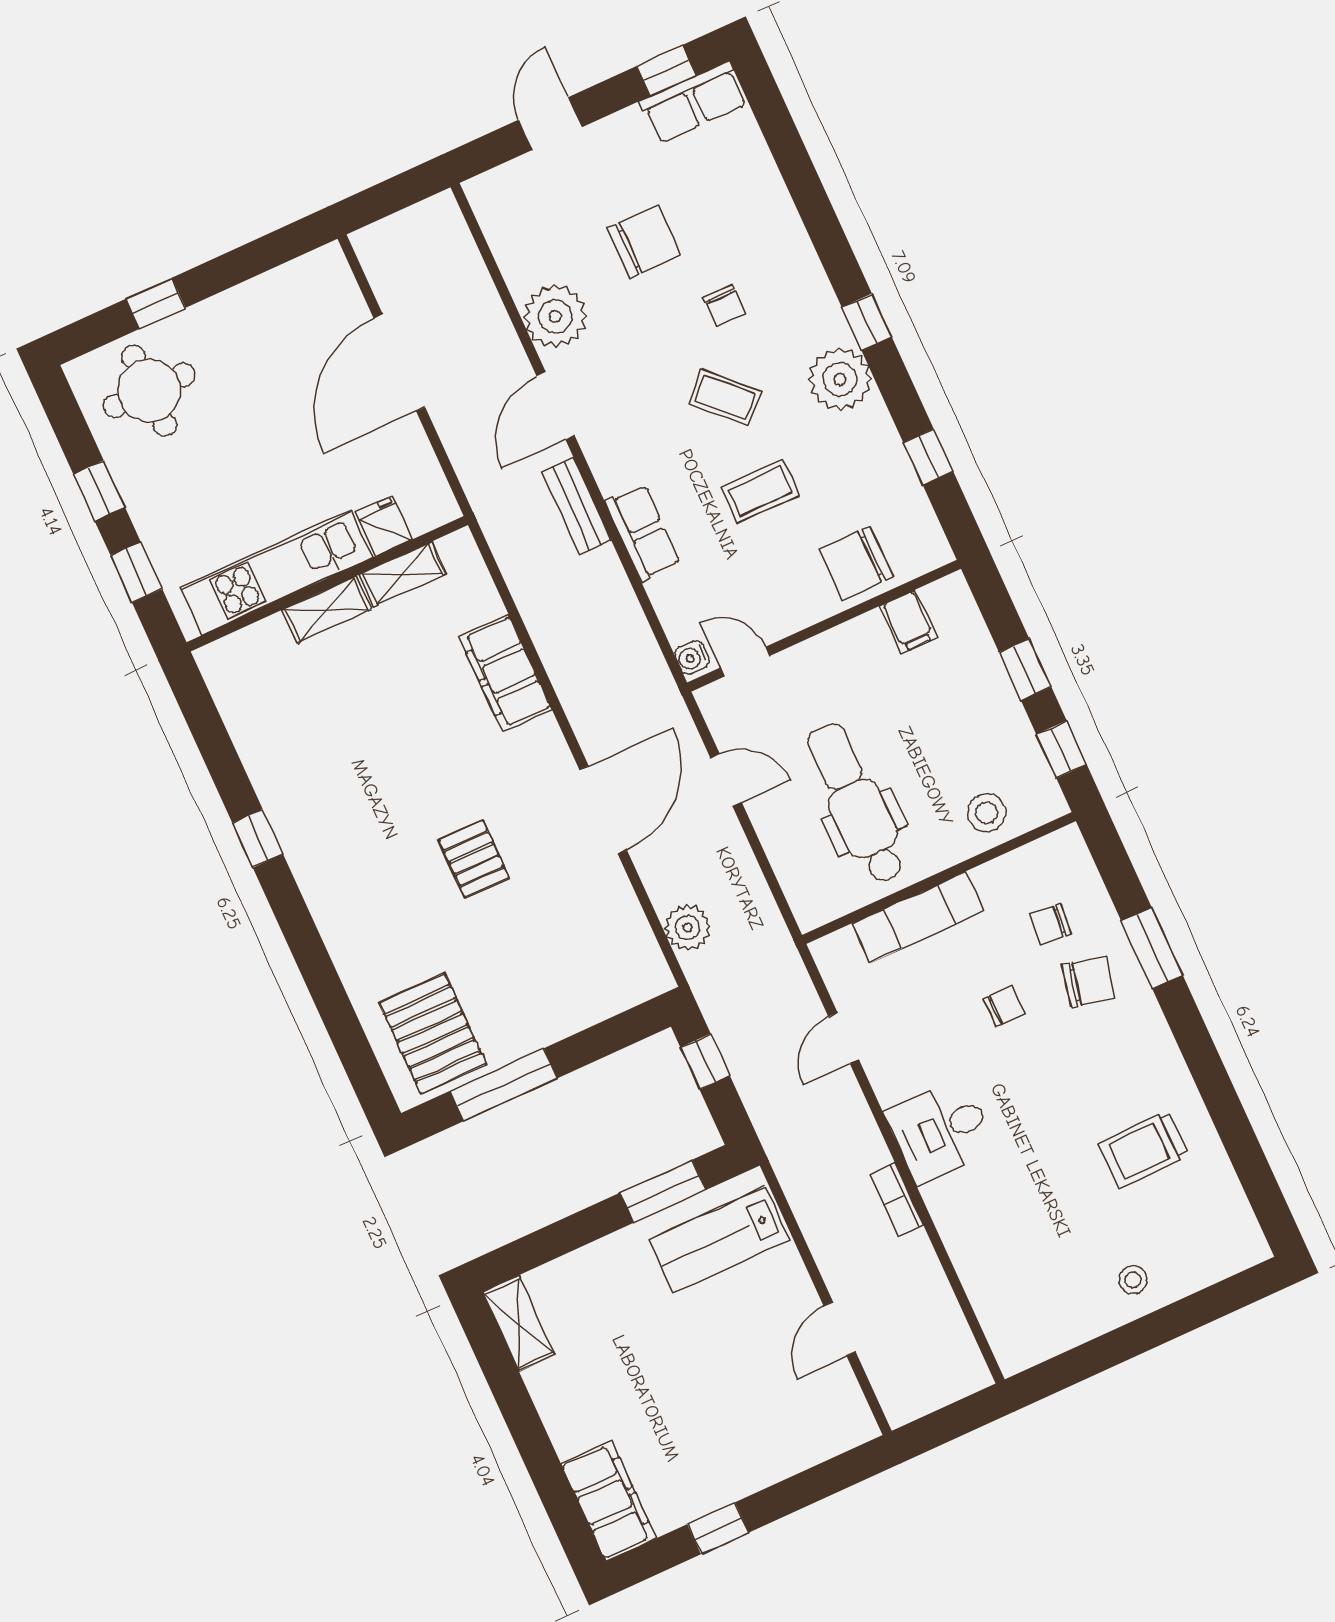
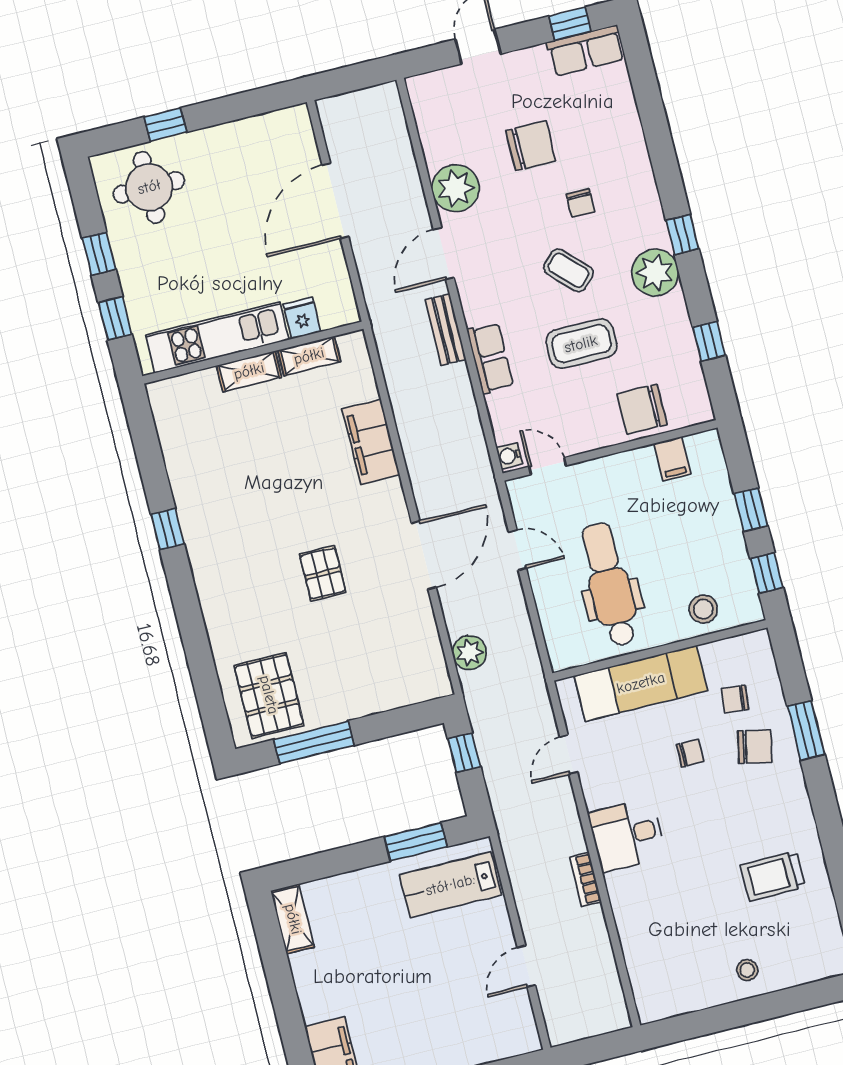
coffee table: (760, 491) -> (581, 344), width x1.36, depth x1.30
exam couch: (918, 917) -> (641, 683), width x1.36, depth x1.45

